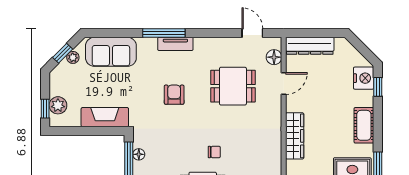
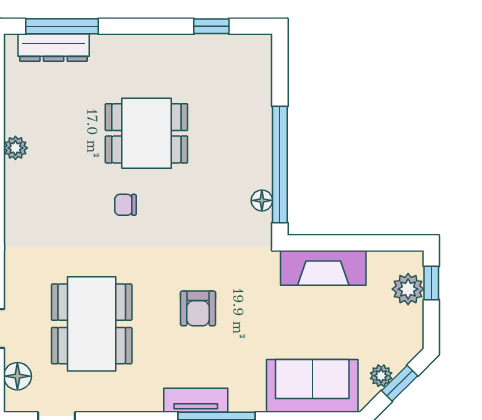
dining table: (233, 86) -> (92, 324), width x1.37

